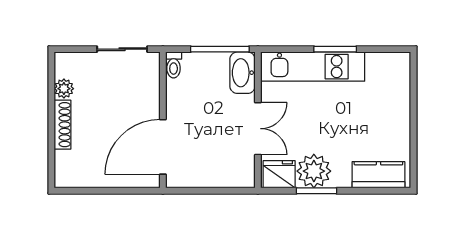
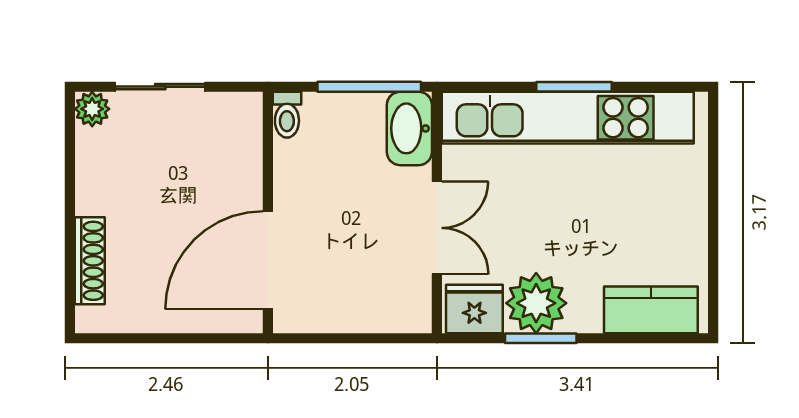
sliding door: (122, 49) -> (160, 87), moved
kitchen unit: (313, 67) -> (568, 118), width x1.36
plant: (64, 89) -> (92, 109), moved
shoe rack: (63, 125) -> (90, 261), moved

